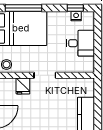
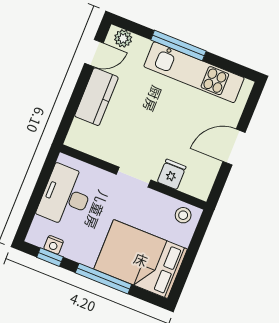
window: (24, 8) -> (103, 279), moved
desk: (80, 43) -> (66, 196), width x1.37

